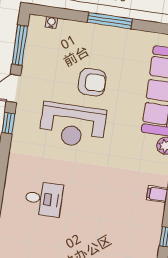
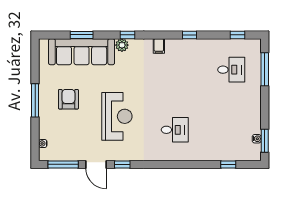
armchair: (92, 82) -> (68, 99), moved
desk: (44, 199) -> (175, 130), turned 90

